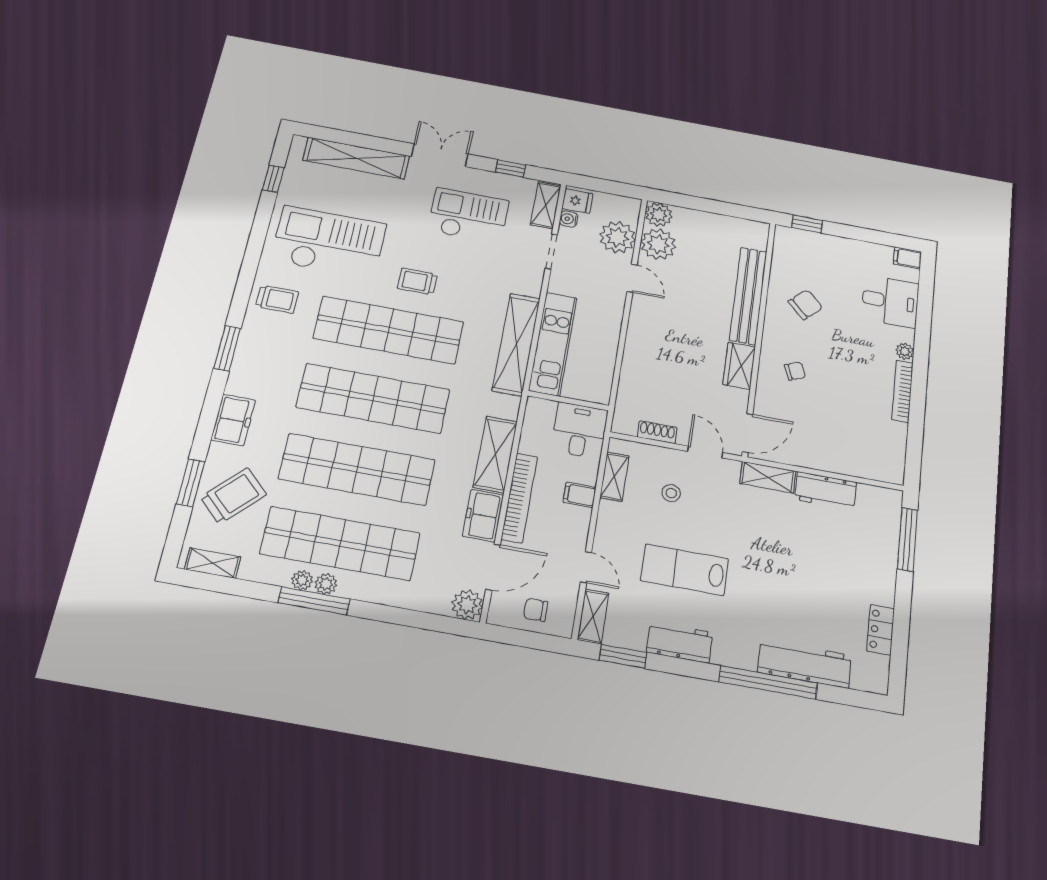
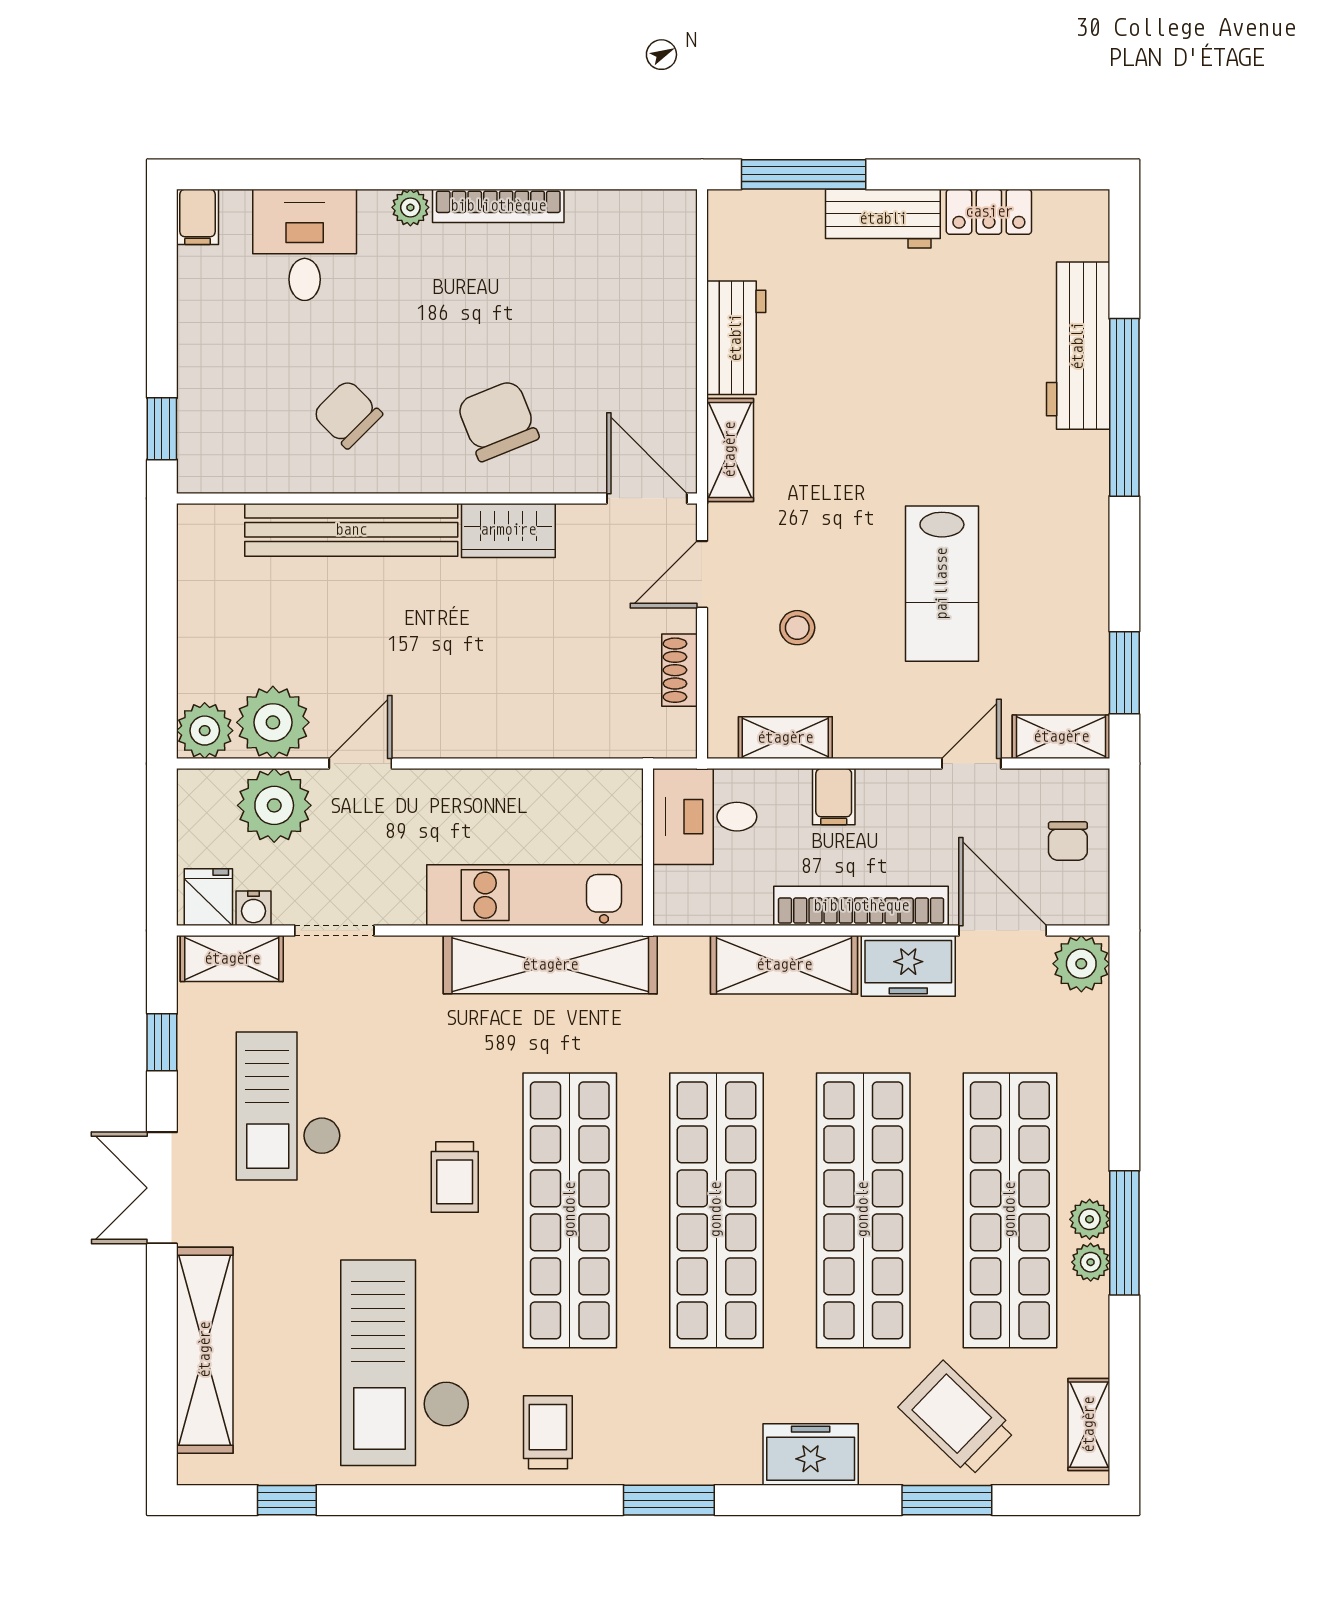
chair: (795, 371) -> (498, 421), width x1.87, depth x1.87
workbench: (680, 642) -> (883, 219), moved, turned -90

